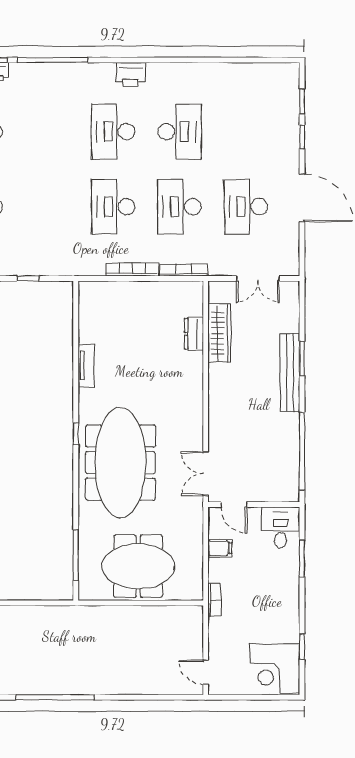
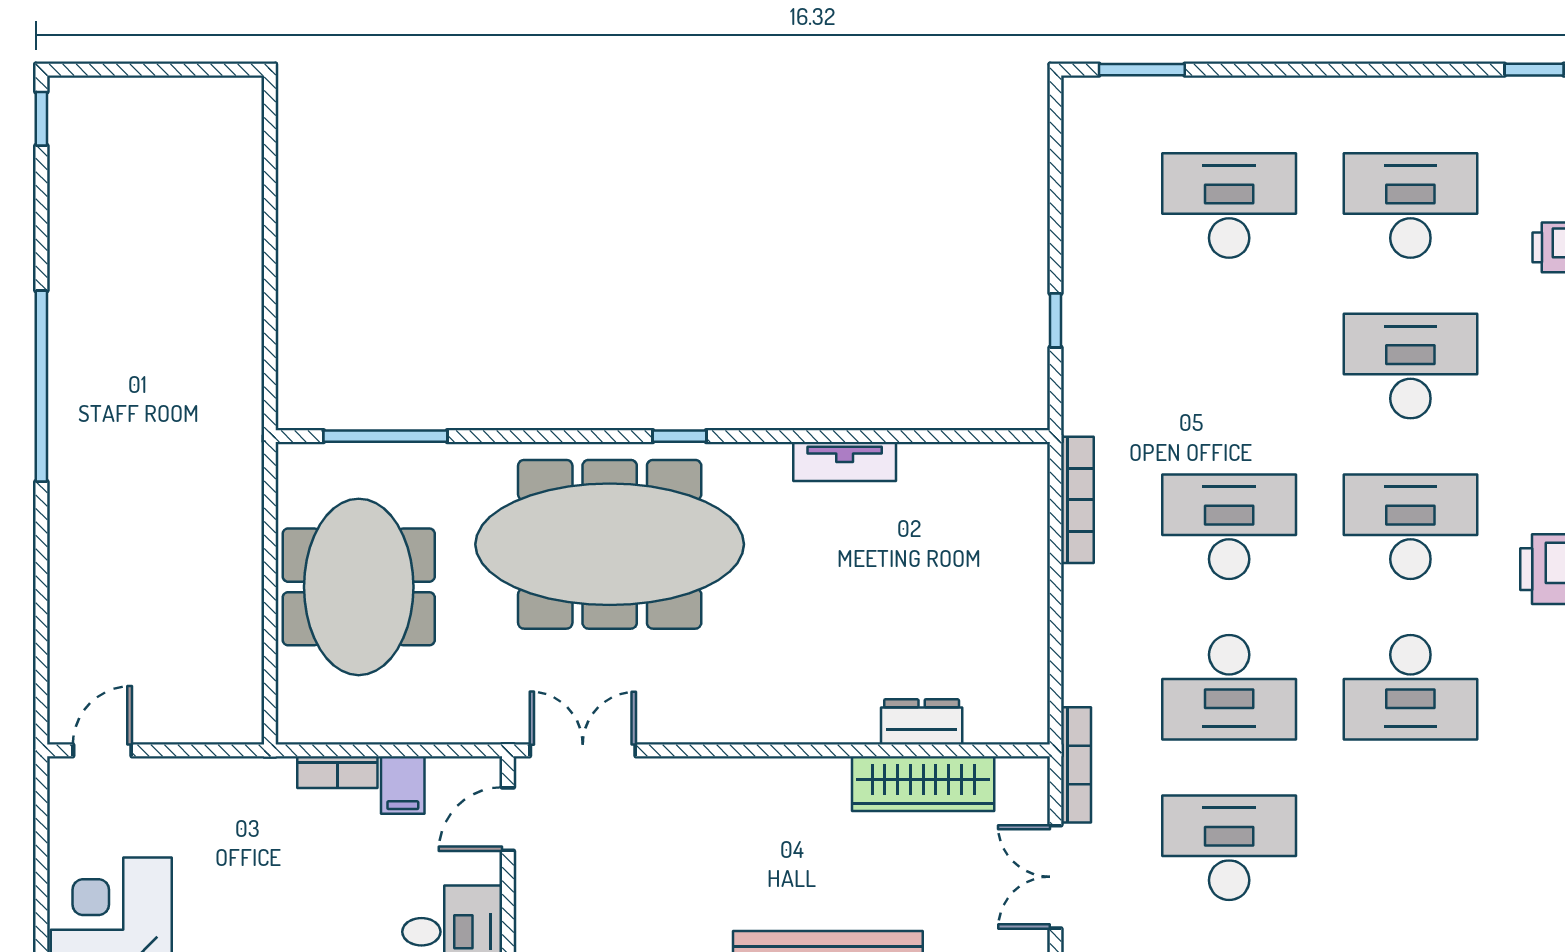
desk: (47, 132) -> (1410, 366), added
desk: (180, 207) -> (1229, 687), turned 180
bookcase: (132, 269) -> (1077, 500), moved
bookcase: (184, 270) -> (1076, 765), moved
bookcase: (215, 600) -> (337, 772), moved

